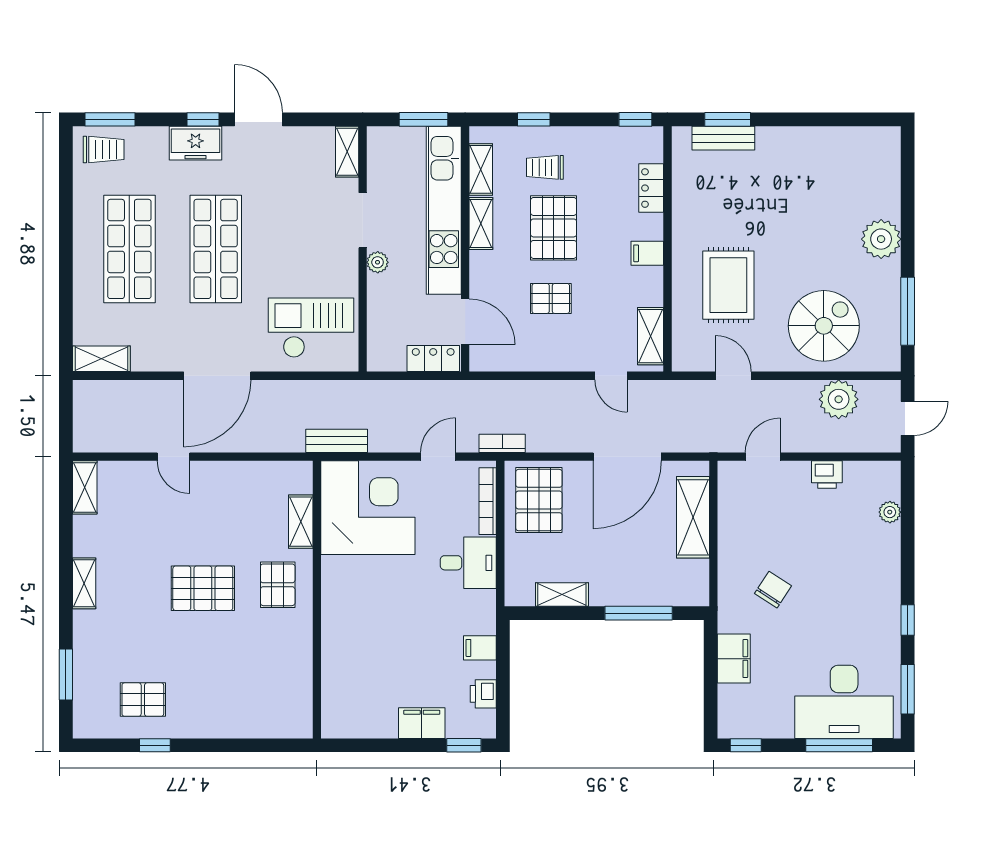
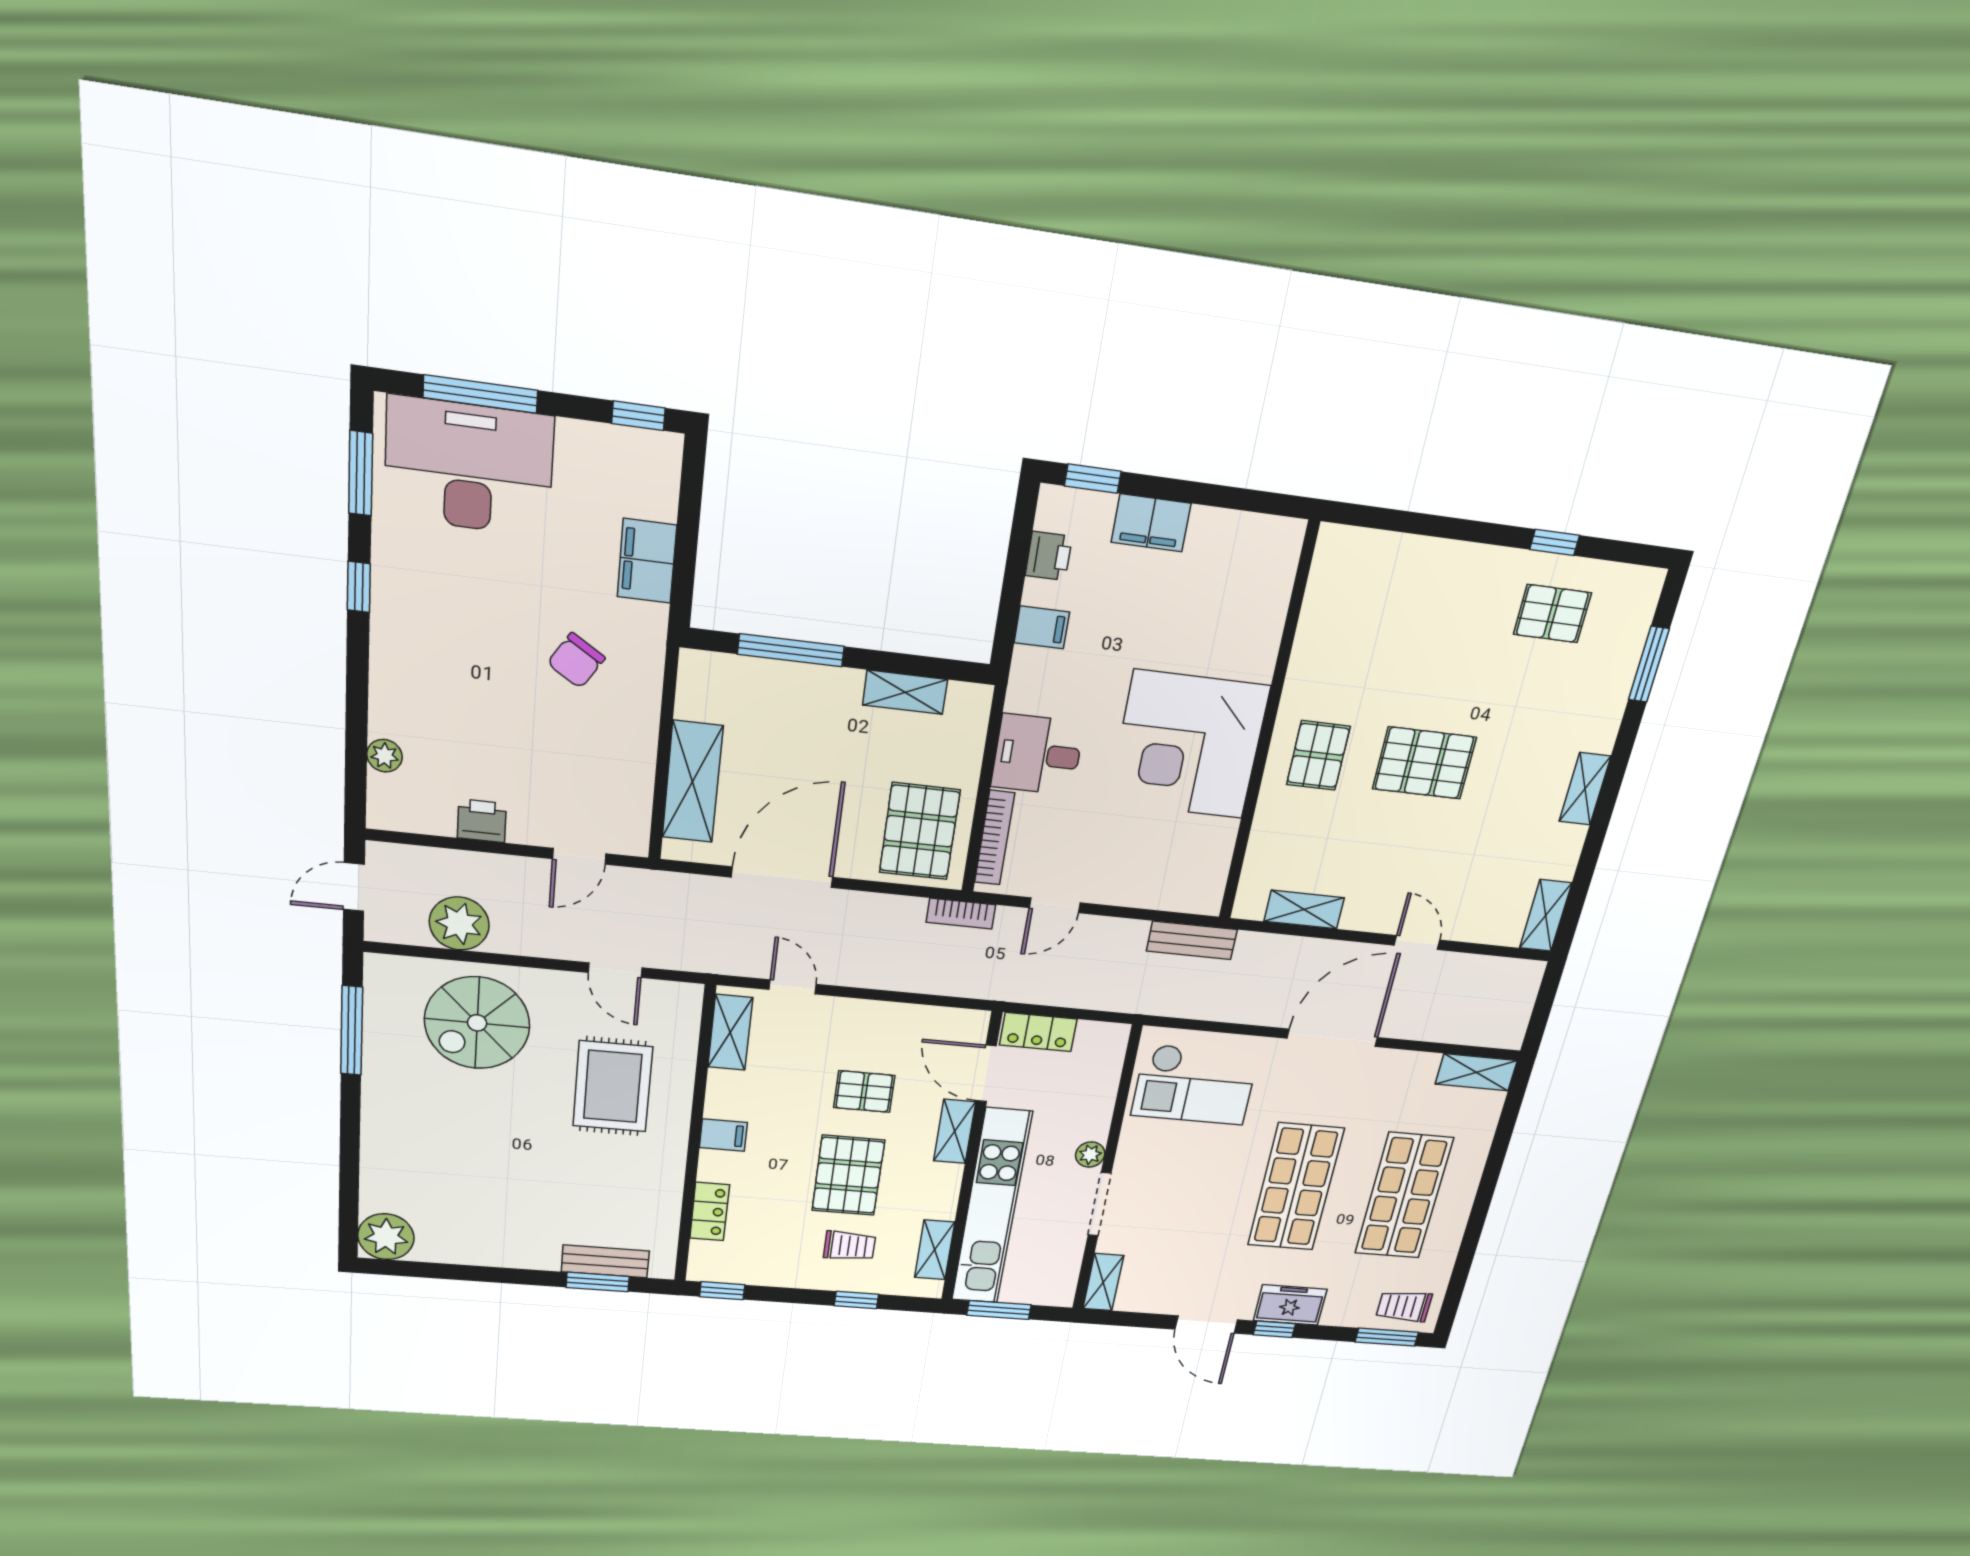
shelving: (481, 223) -> (955, 1131), moved
plant: (881, 239) -> (386, 1237), moved
corner desk: (368, 508) -> (1189, 745), moved
shelving: (301, 522) -> (1304, 910), moved, turned 90

